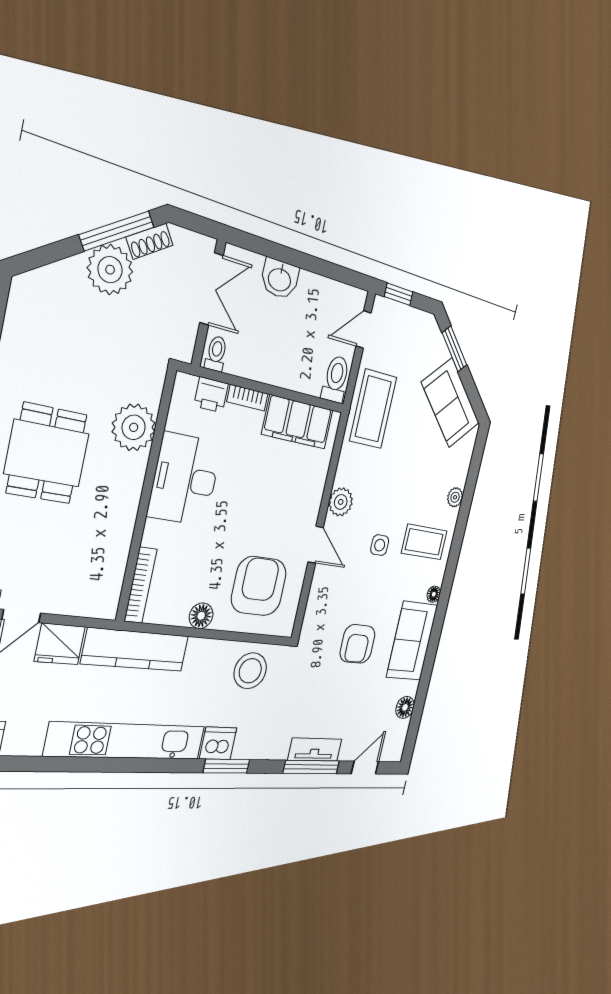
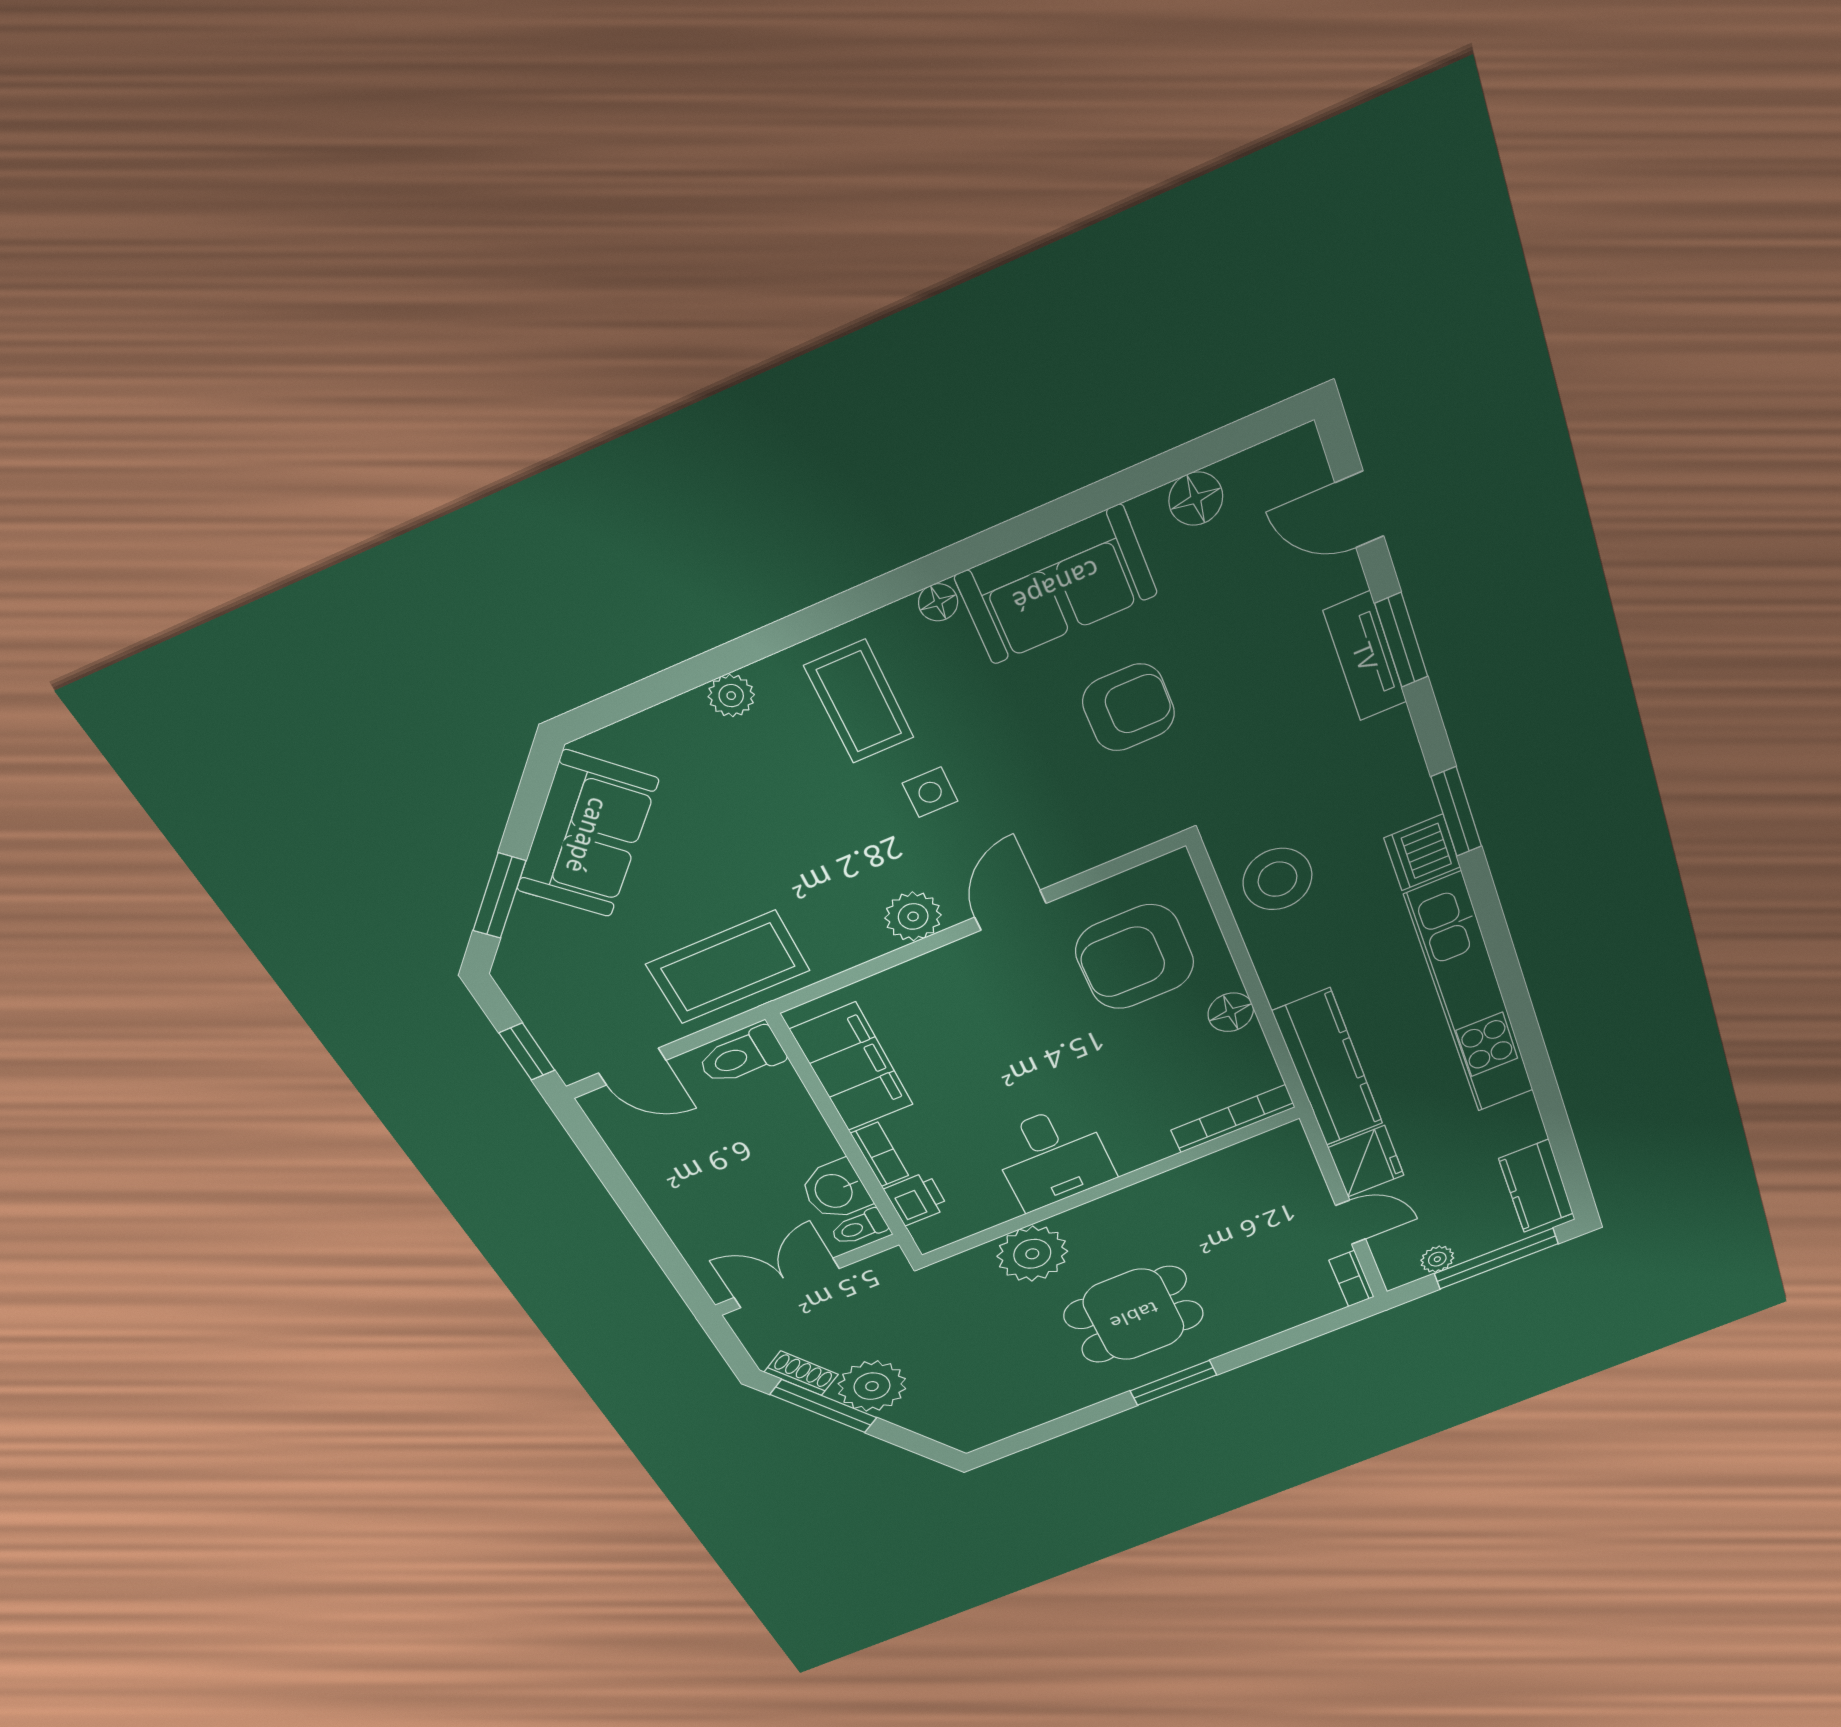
washbasin: (280, 279) -> (835, 1190), moved, turned 180
desk: (185, 479) -> (1052, 1157), width x0.73
window: (311, 767) -> (1401, 640), width x0.69

